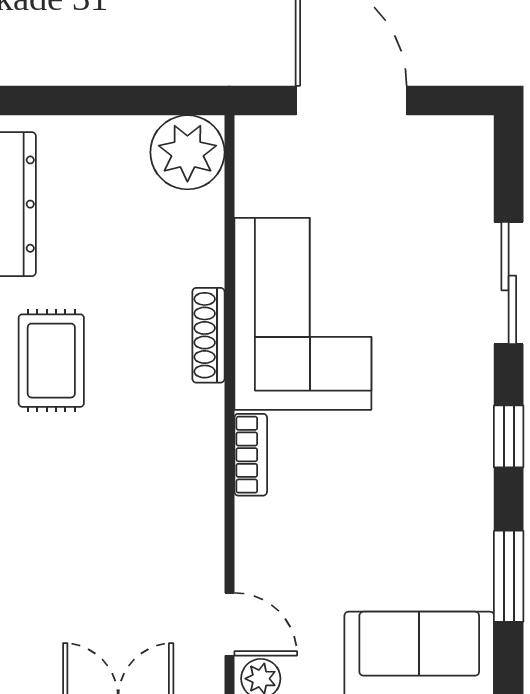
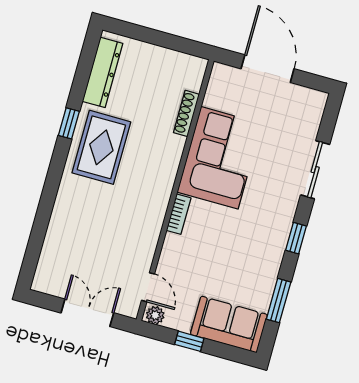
plant: (187, 152) -> (188, 71), removed
shoe rack: (208, 335) -> (186, 113), moved
rug: (51, 361) -> (101, 147), width x1.36, depth x1.43

